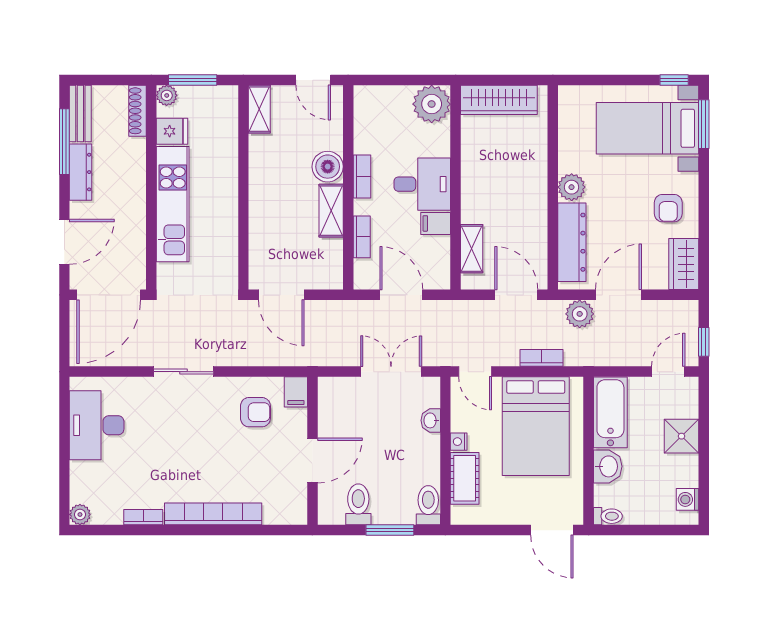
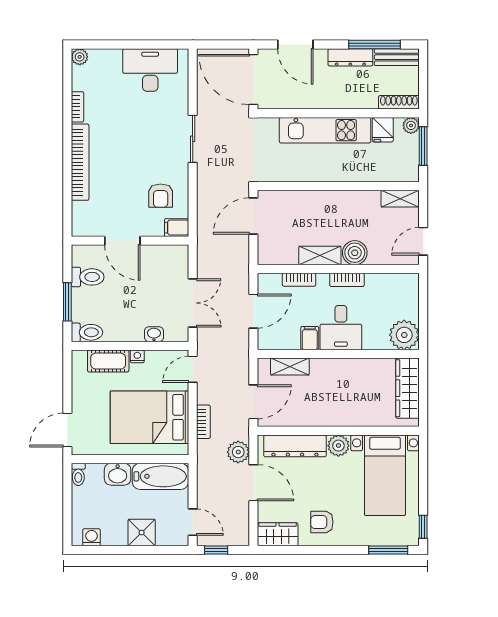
bed with nightstands: (647, 128) -> (385, 475), moved, turned 180

